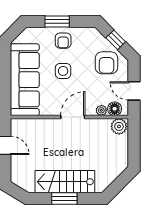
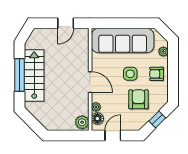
window: (57, 22) -> (173, 69), removed
plant: (37, 33) -> (163, 52), added
armchair: (106, 63) -> (139, 99), moved, turned 90
window: (64, 199) -> (20, 75), width x1.44

